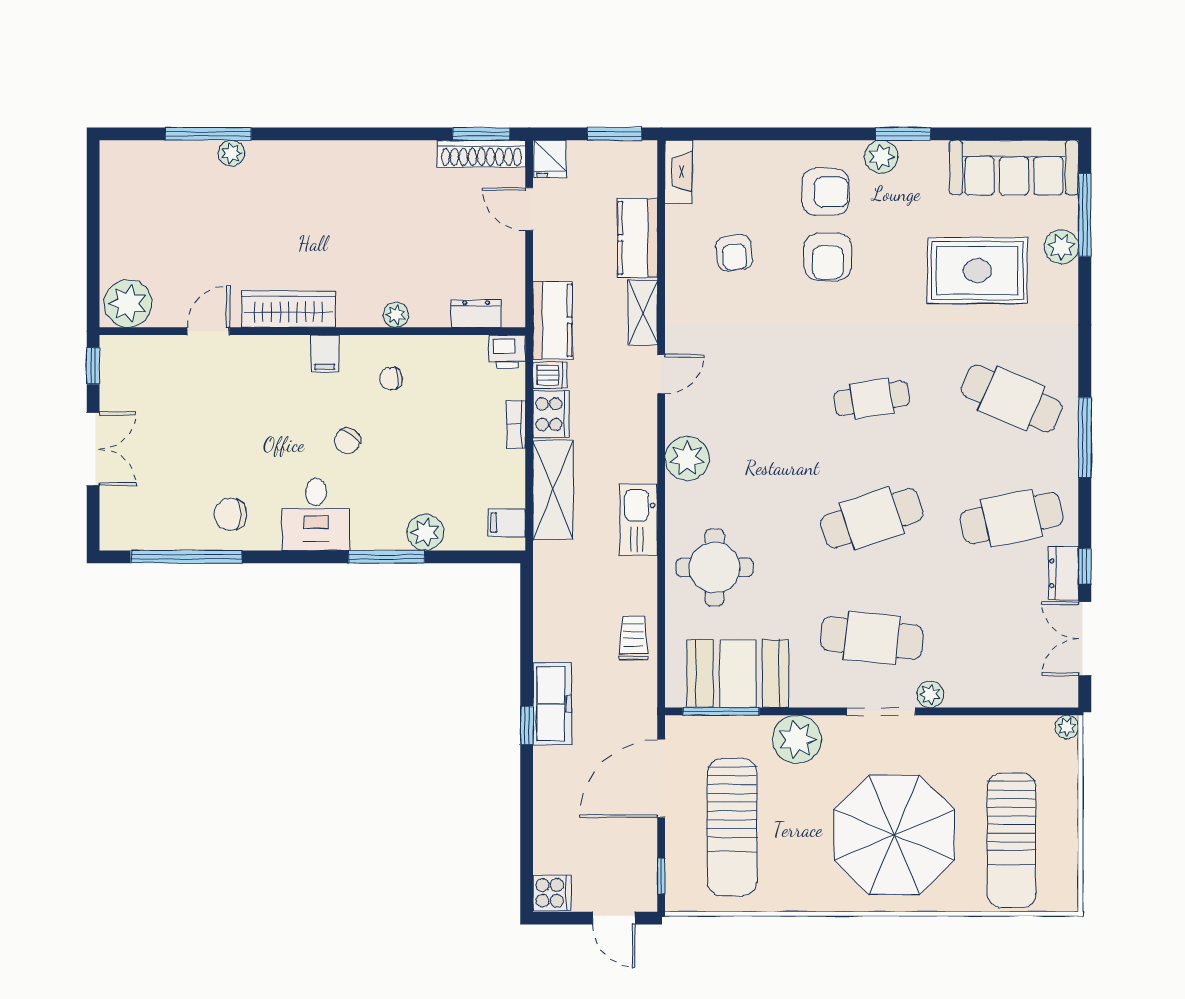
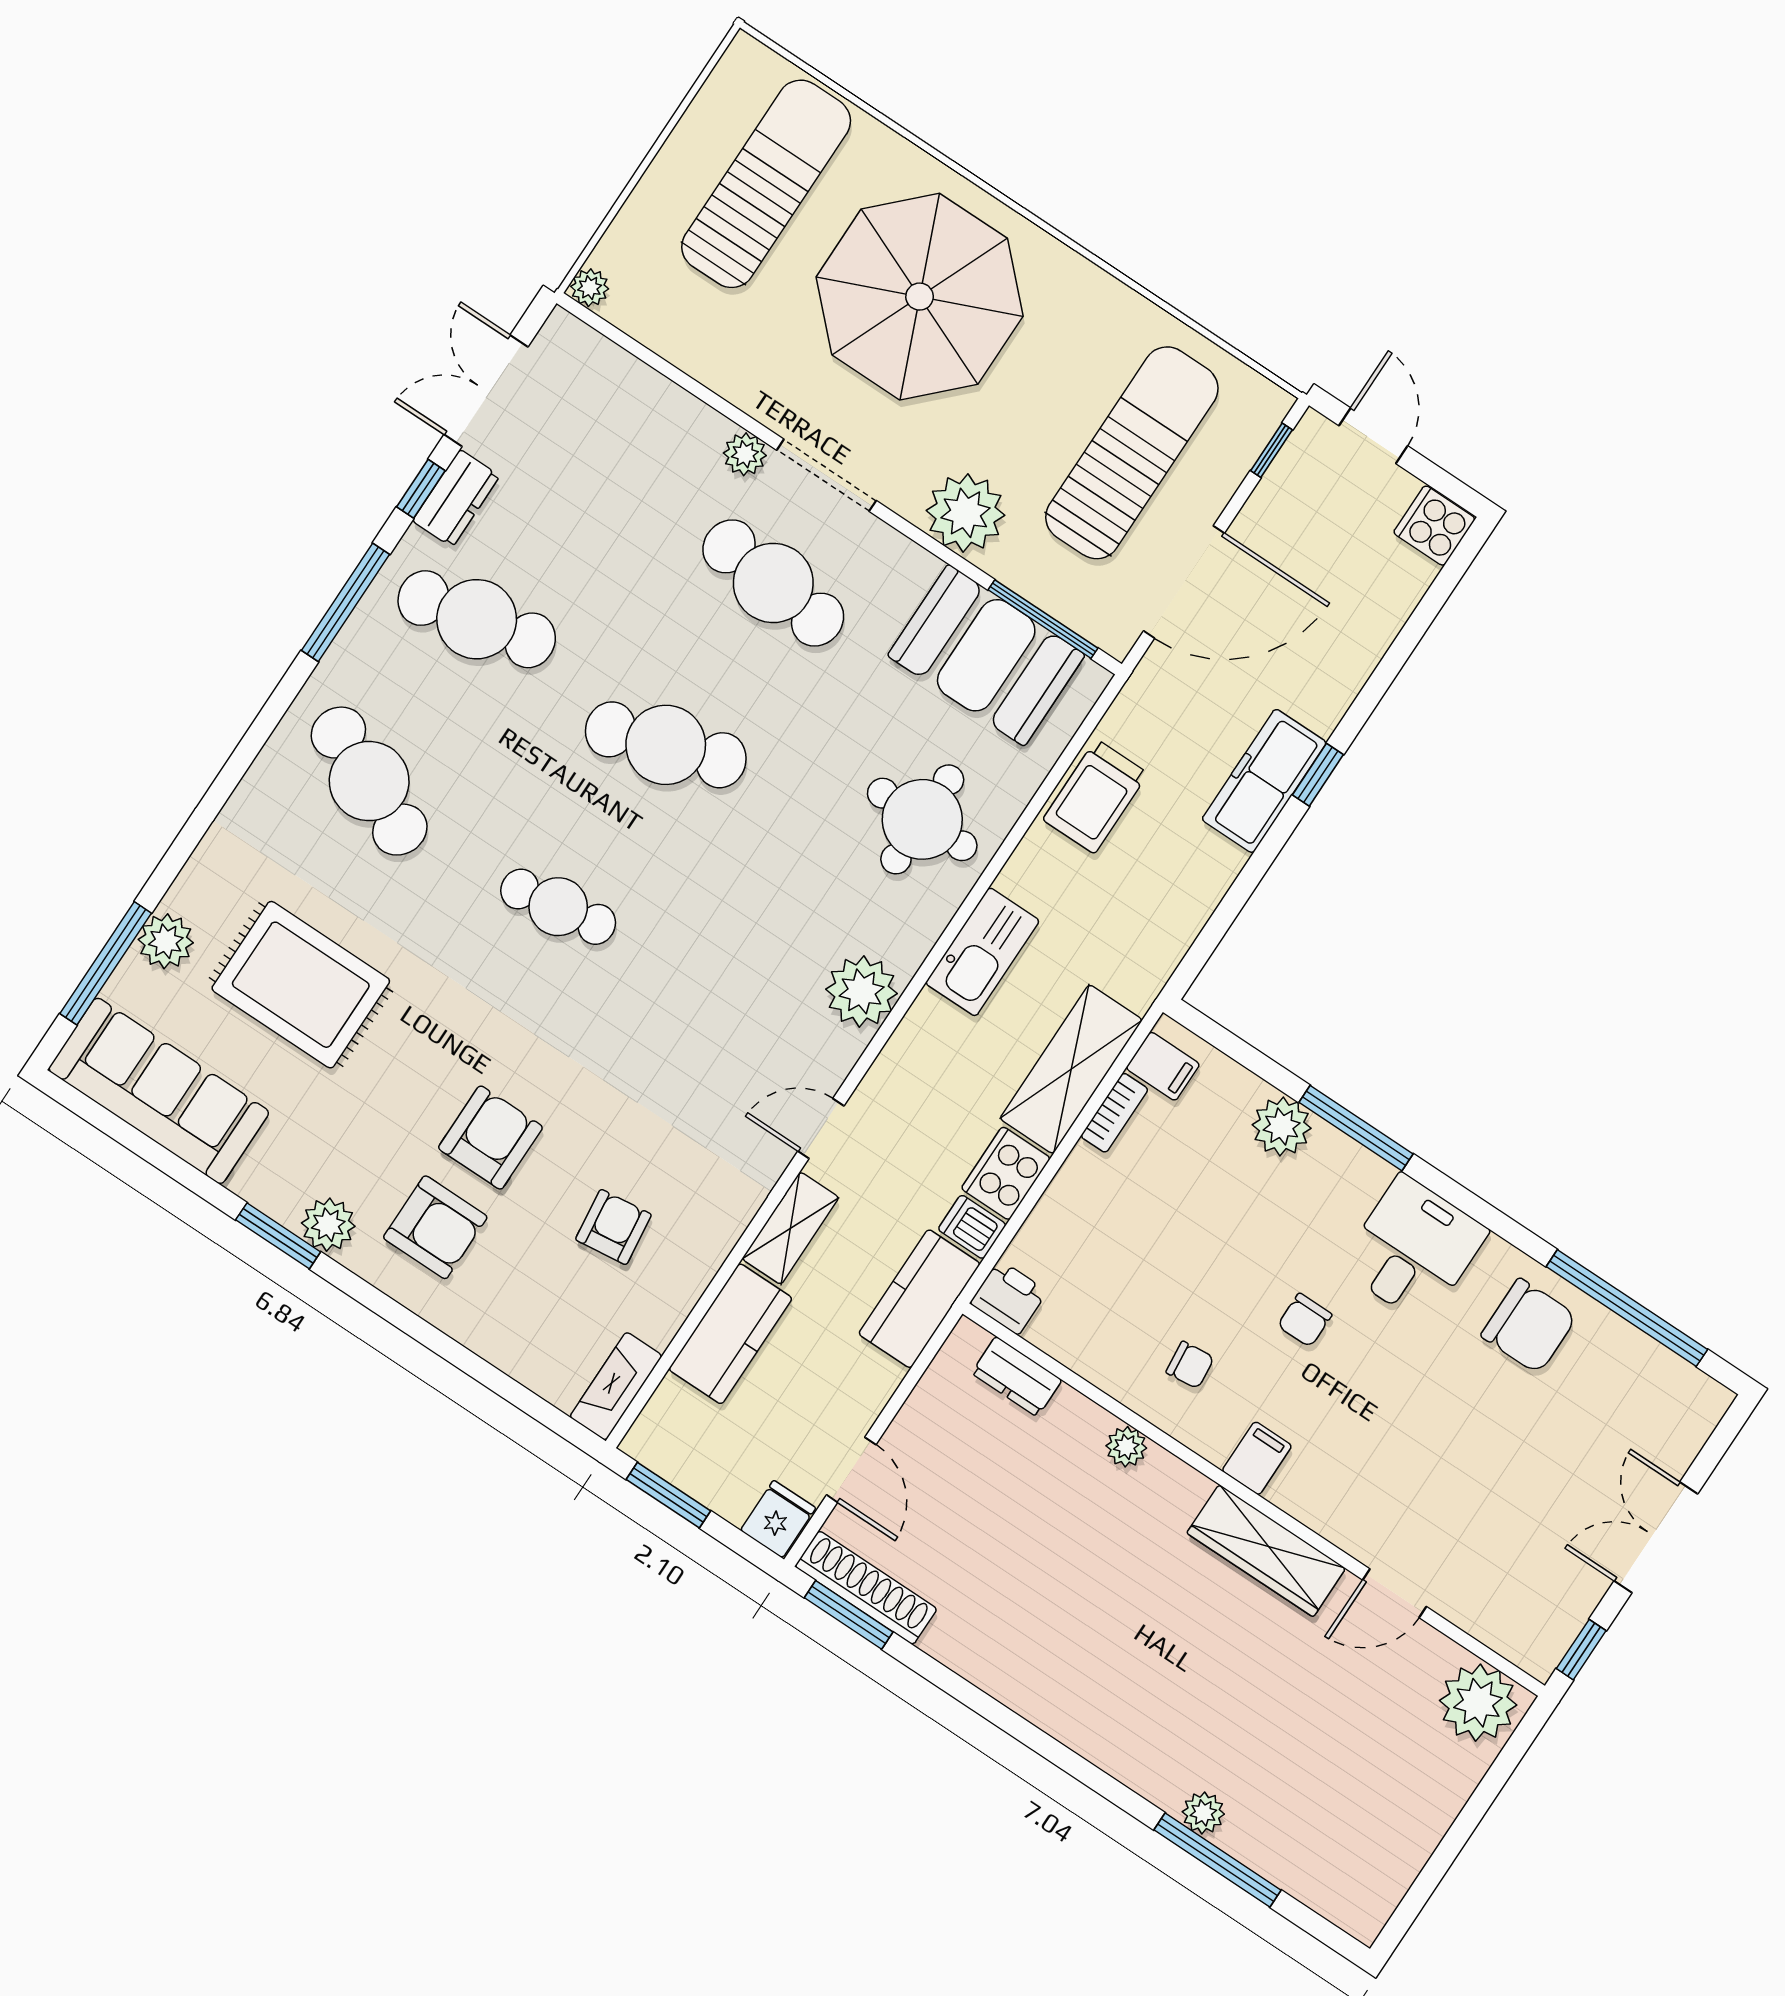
armchair: (826, 192) -> (435, 1227), turned 180
bookcase: (516, 424) -> (1114, 1113), moved
window: (1085, 437) -> (345, 602), moved
chair: (347, 441) -> (1305, 1320), turned 146
chair: (230, 514) -> (1529, 1326), width x1.37, depth x1.37
trolley: (634, 638) -> (1095, 797), width x1.36, depth x1.39
double door: (1085, 639) -> (486, 391), swing flipped

